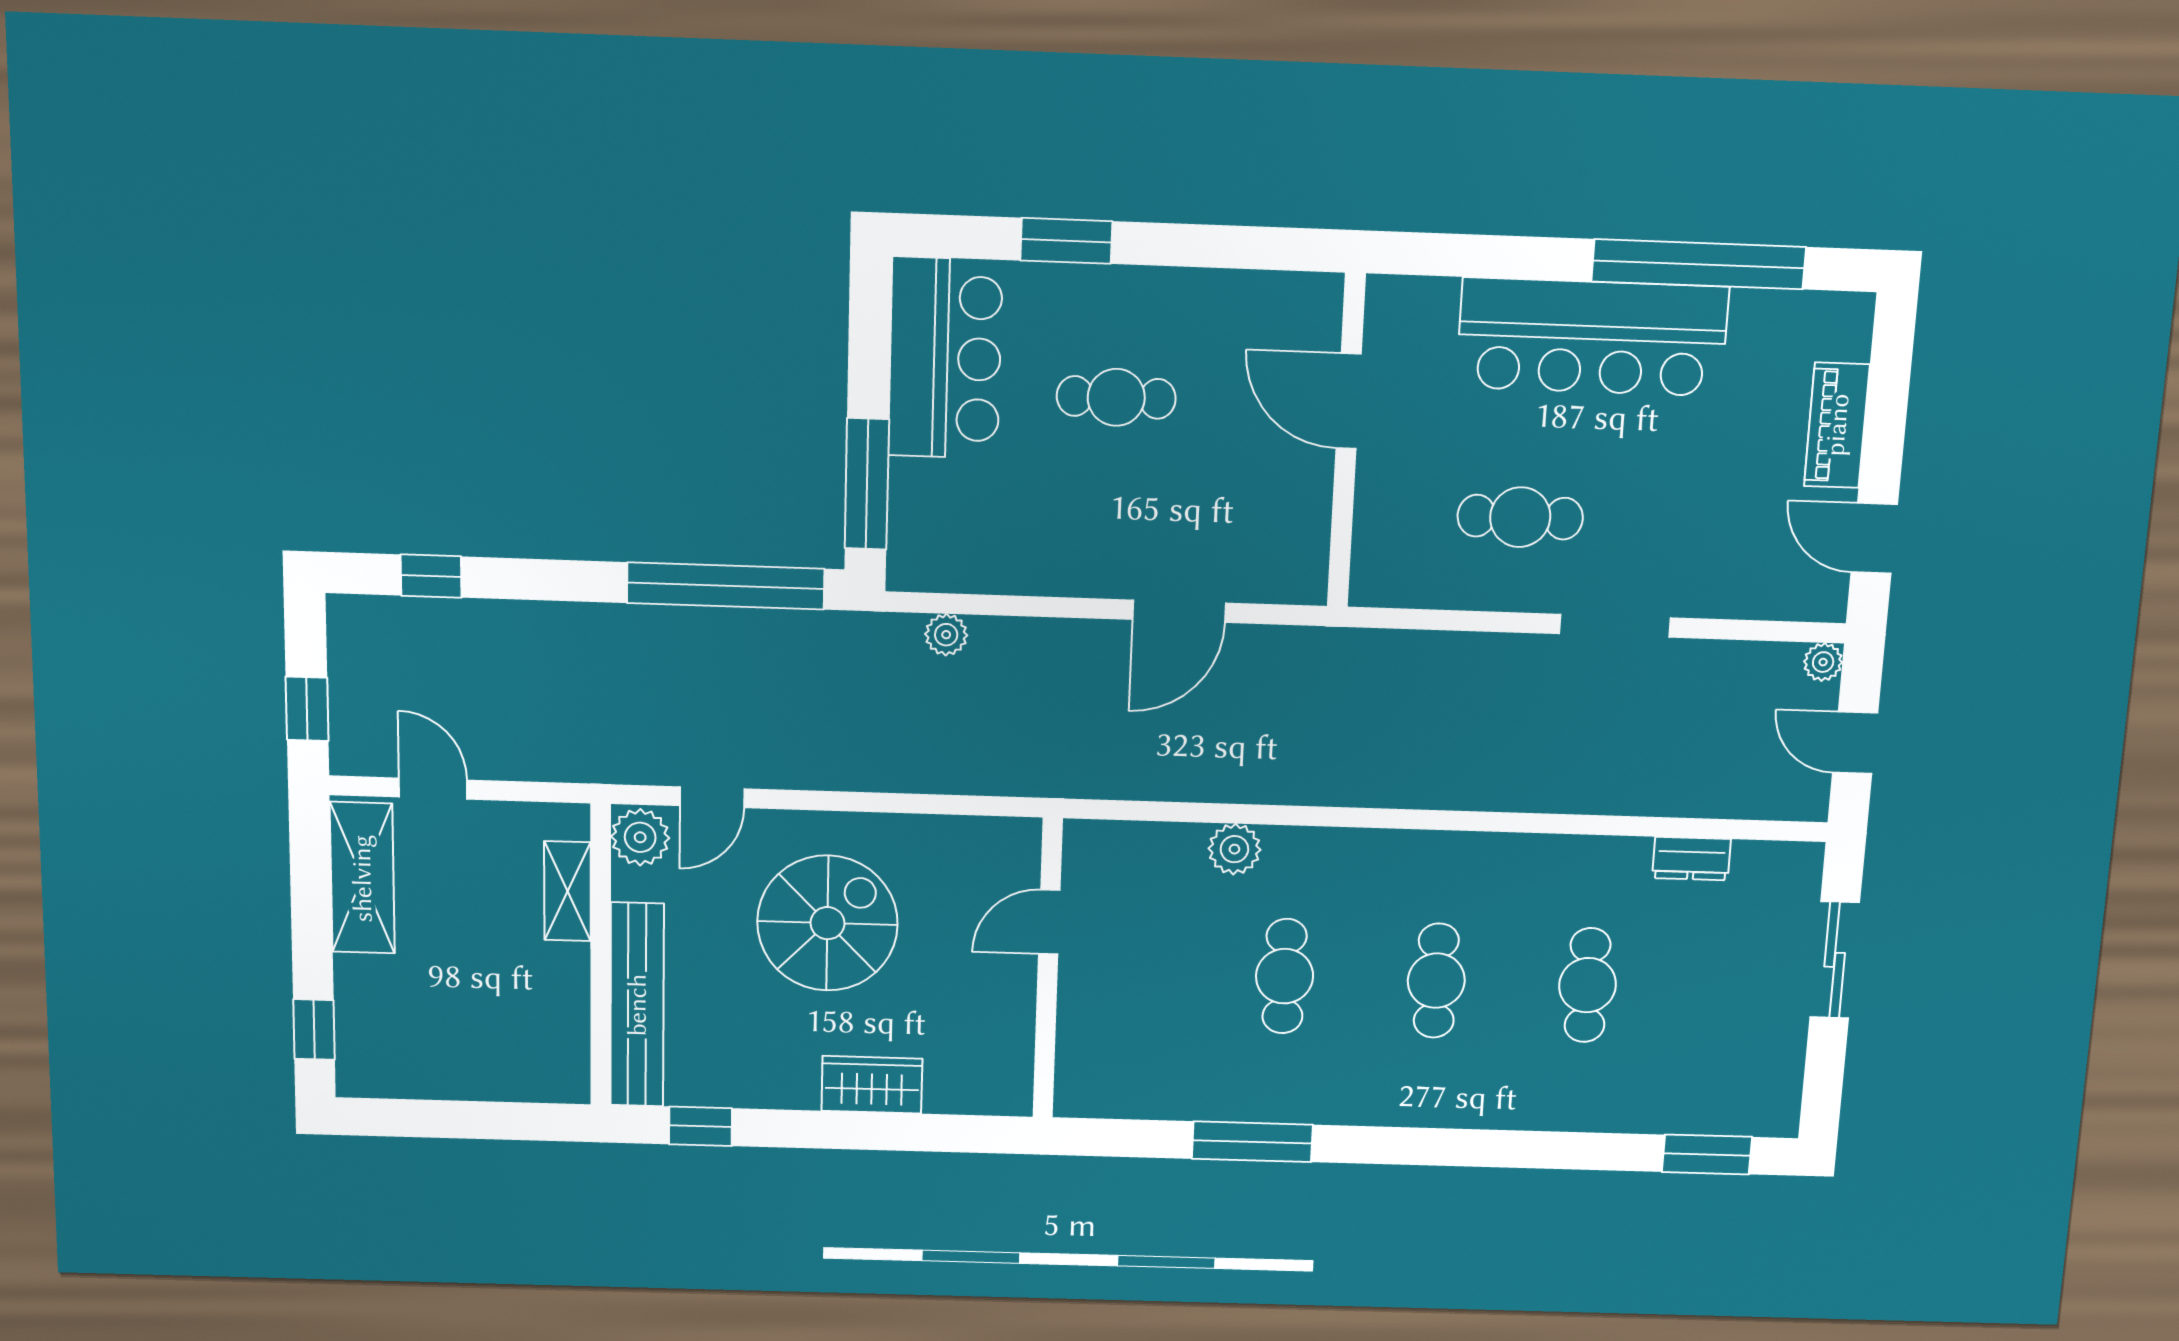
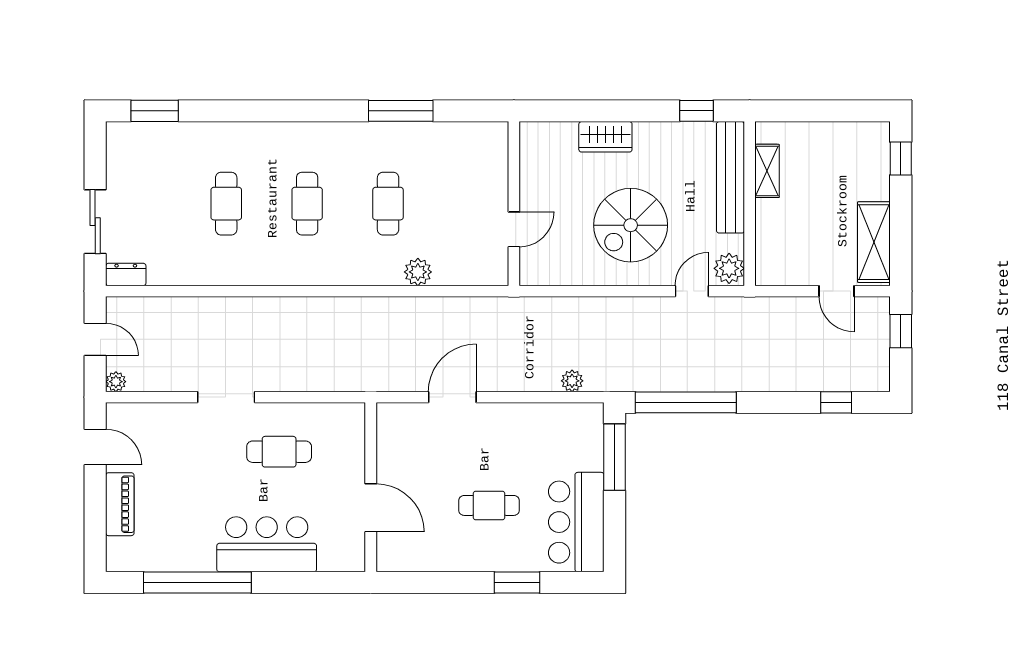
bar counter: (1592, 337) -> (267, 544), width x0.73
dresser: (1691, 859) -> (126, 274), moved
shelving: (567, 891) -> (767, 171), moved

